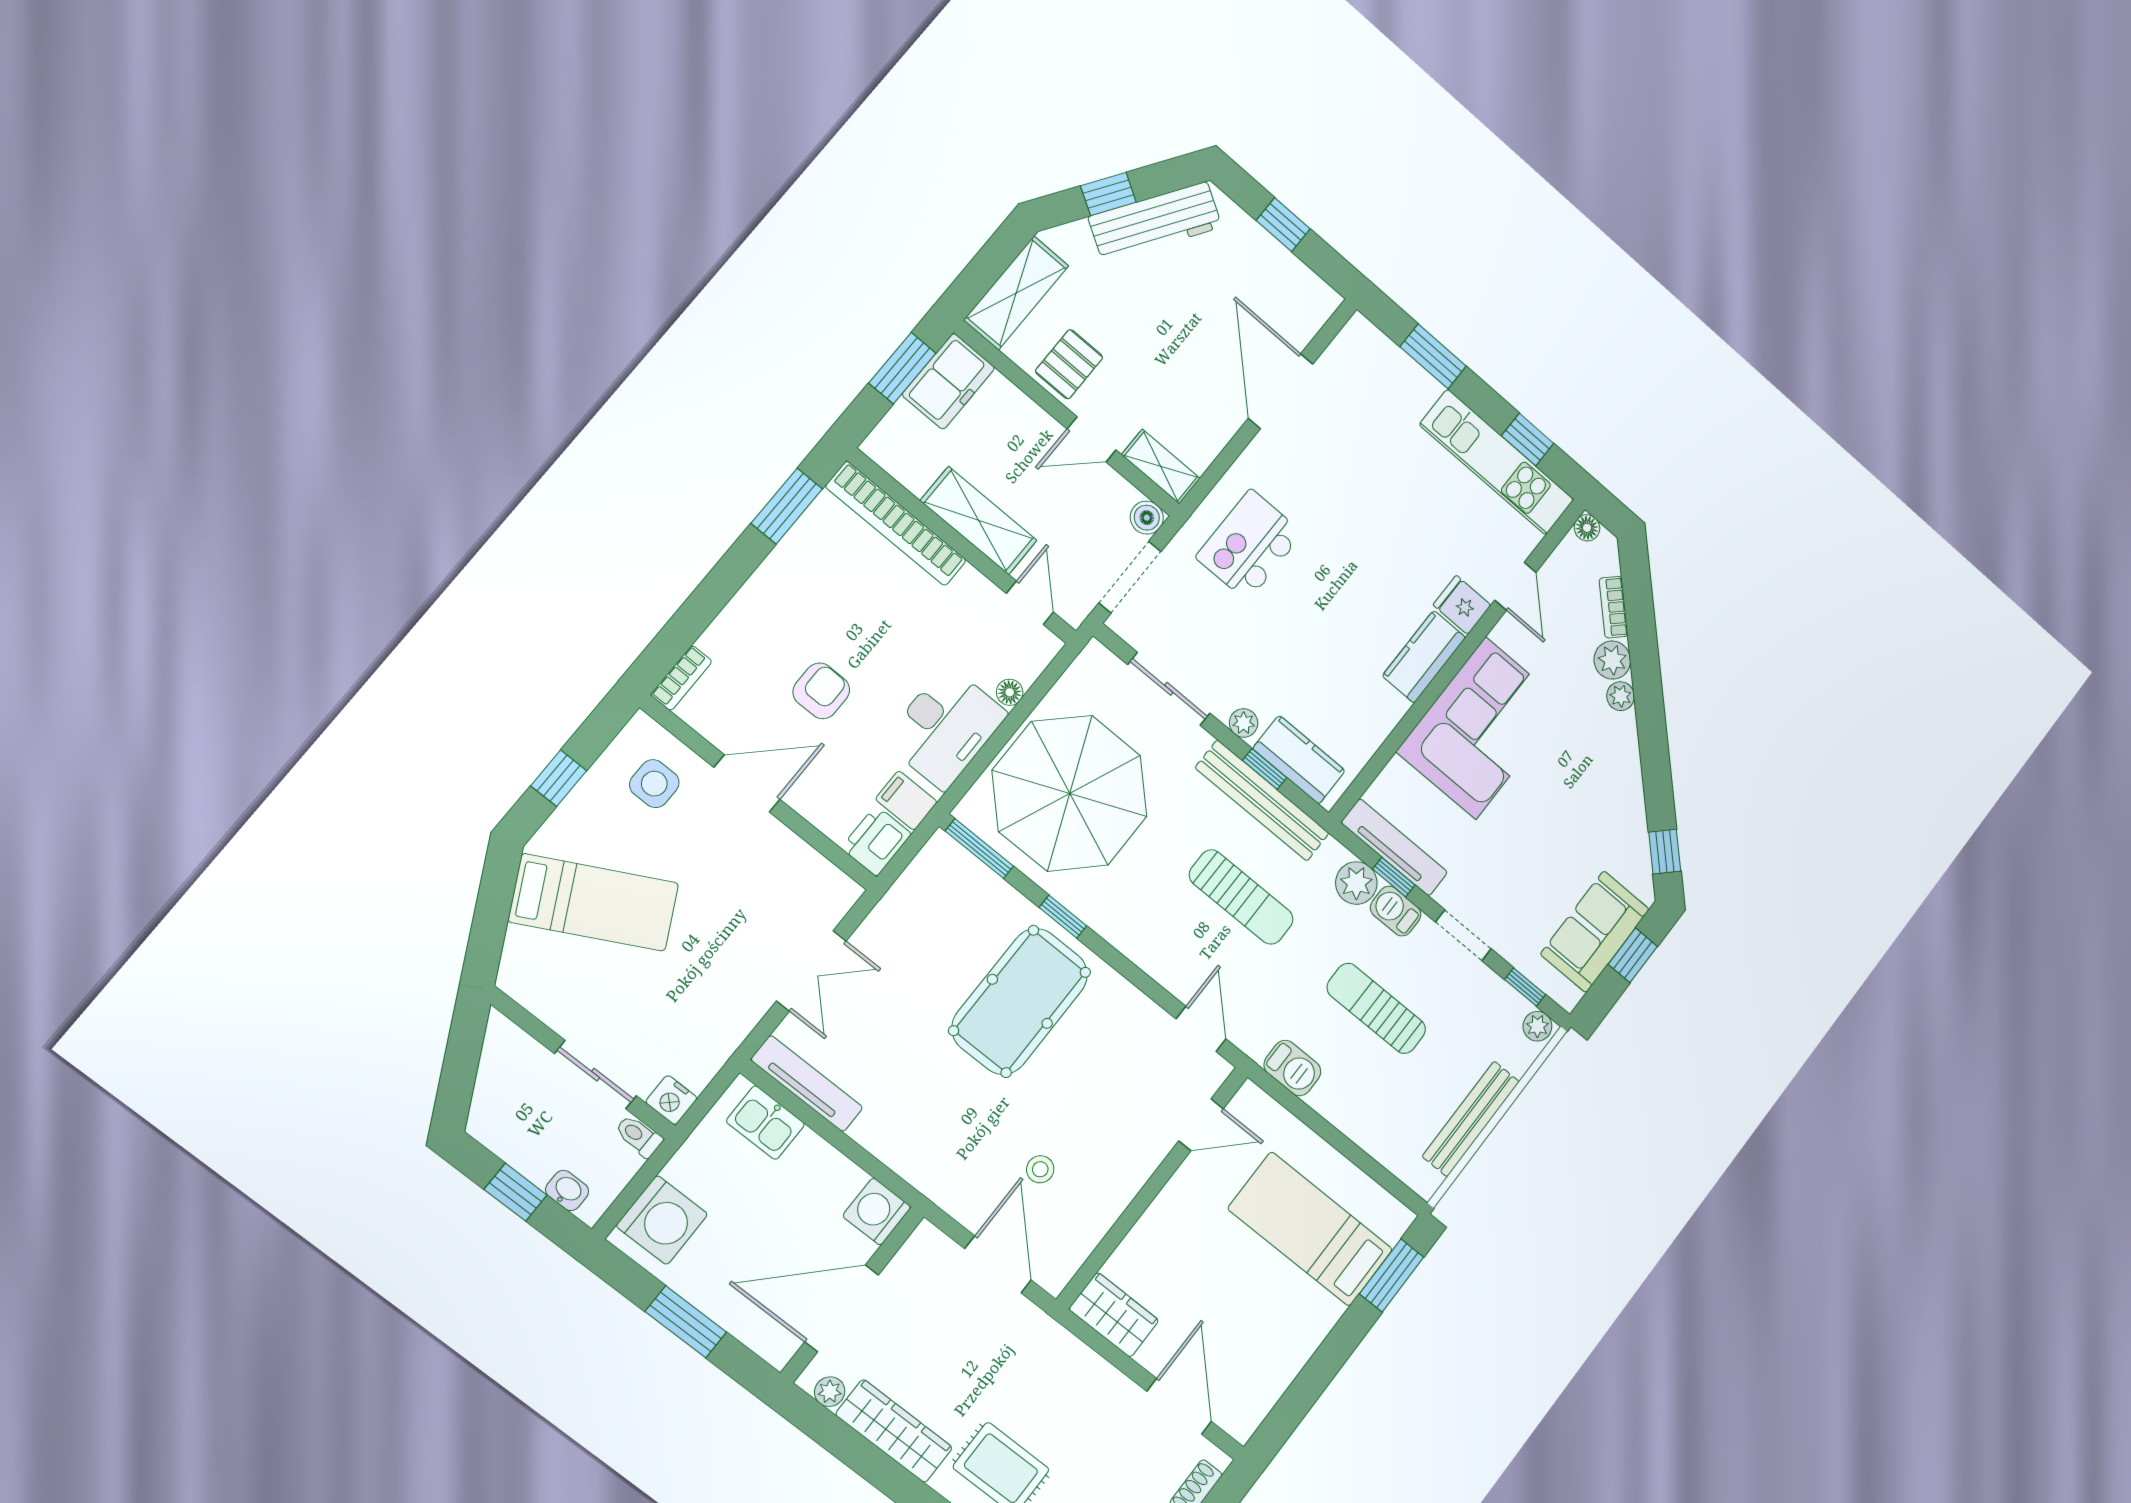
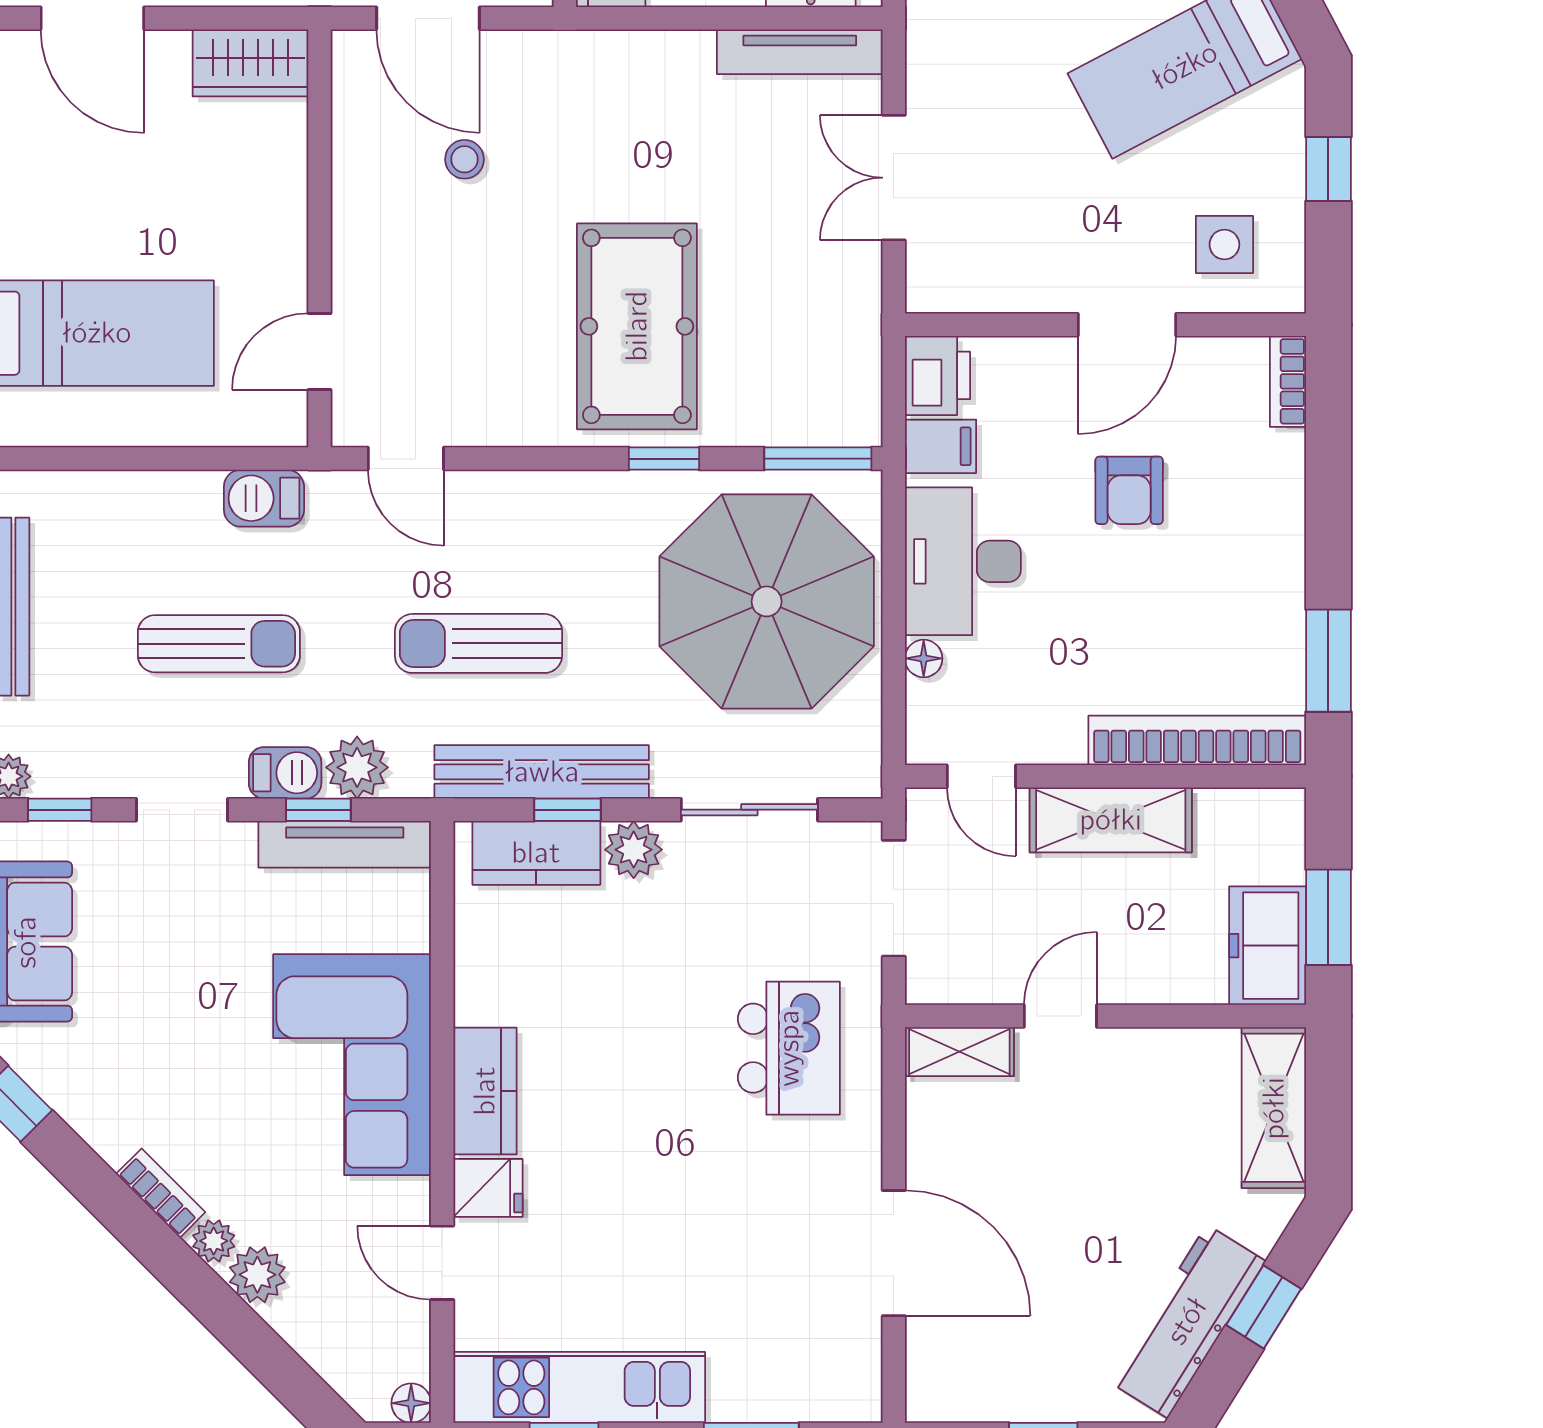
pallet: (1069, 364) -> (1153, 1078), removed
boiler: (1147, 518) -> (929, 981), removed
bookcase: (1614, 607) -> (161, 1193), moved
plant: (1244, 723) -> (634, 850), width x1.38, depth x1.38

